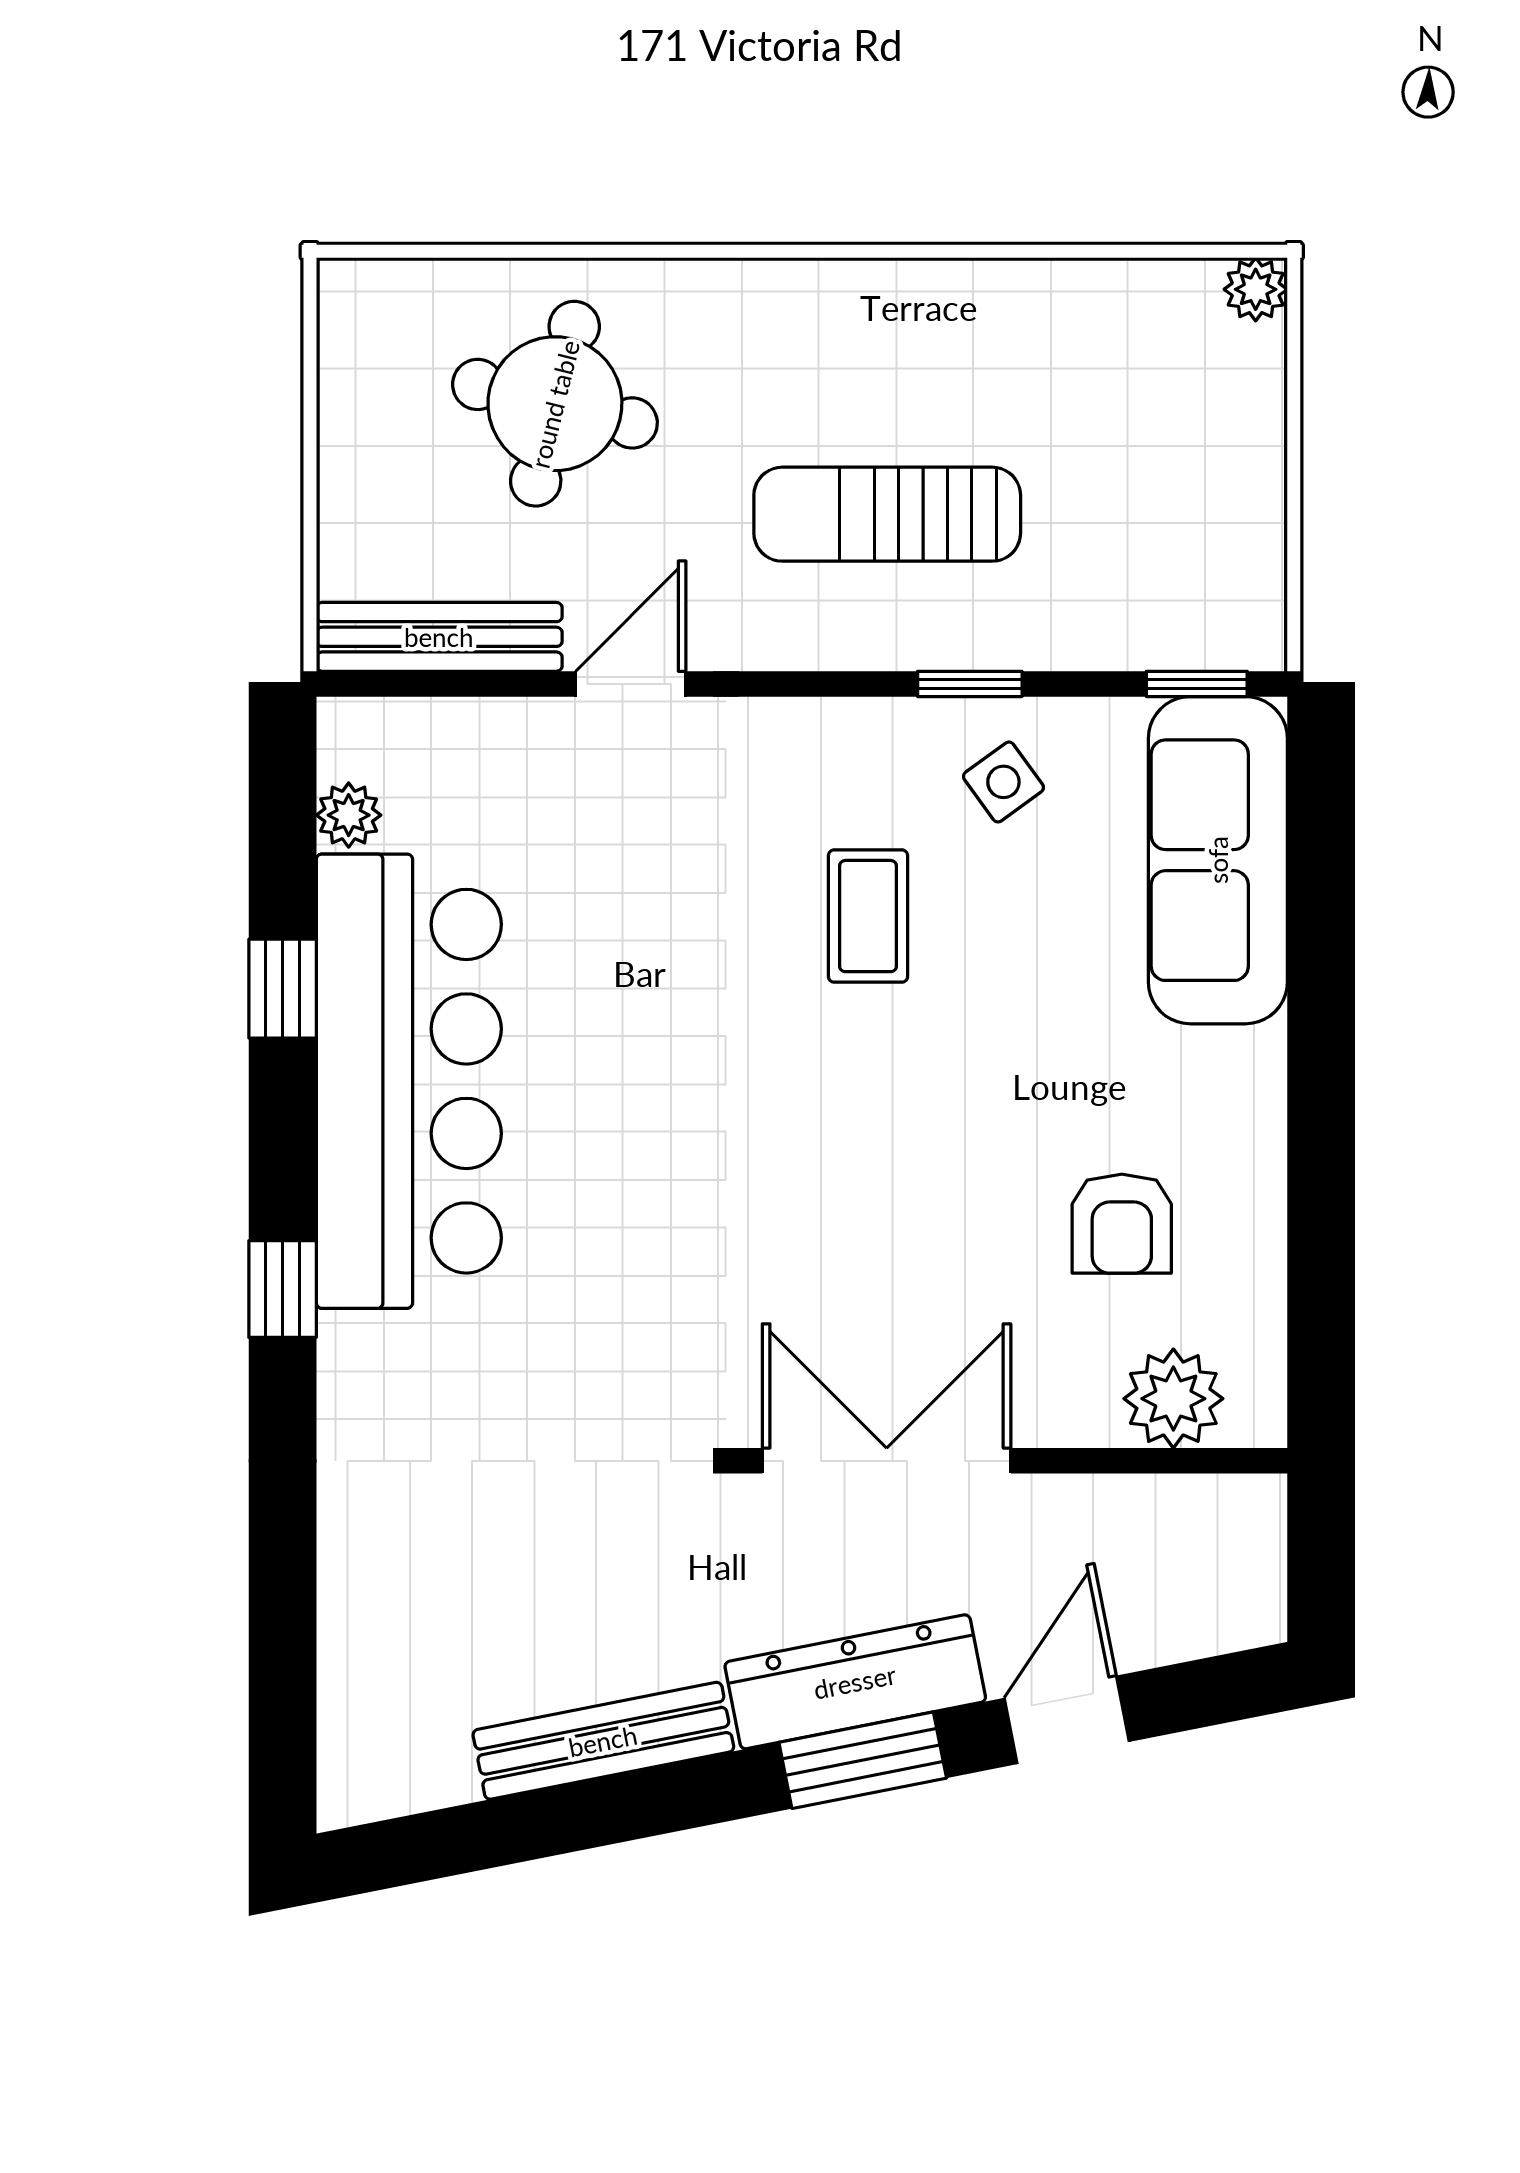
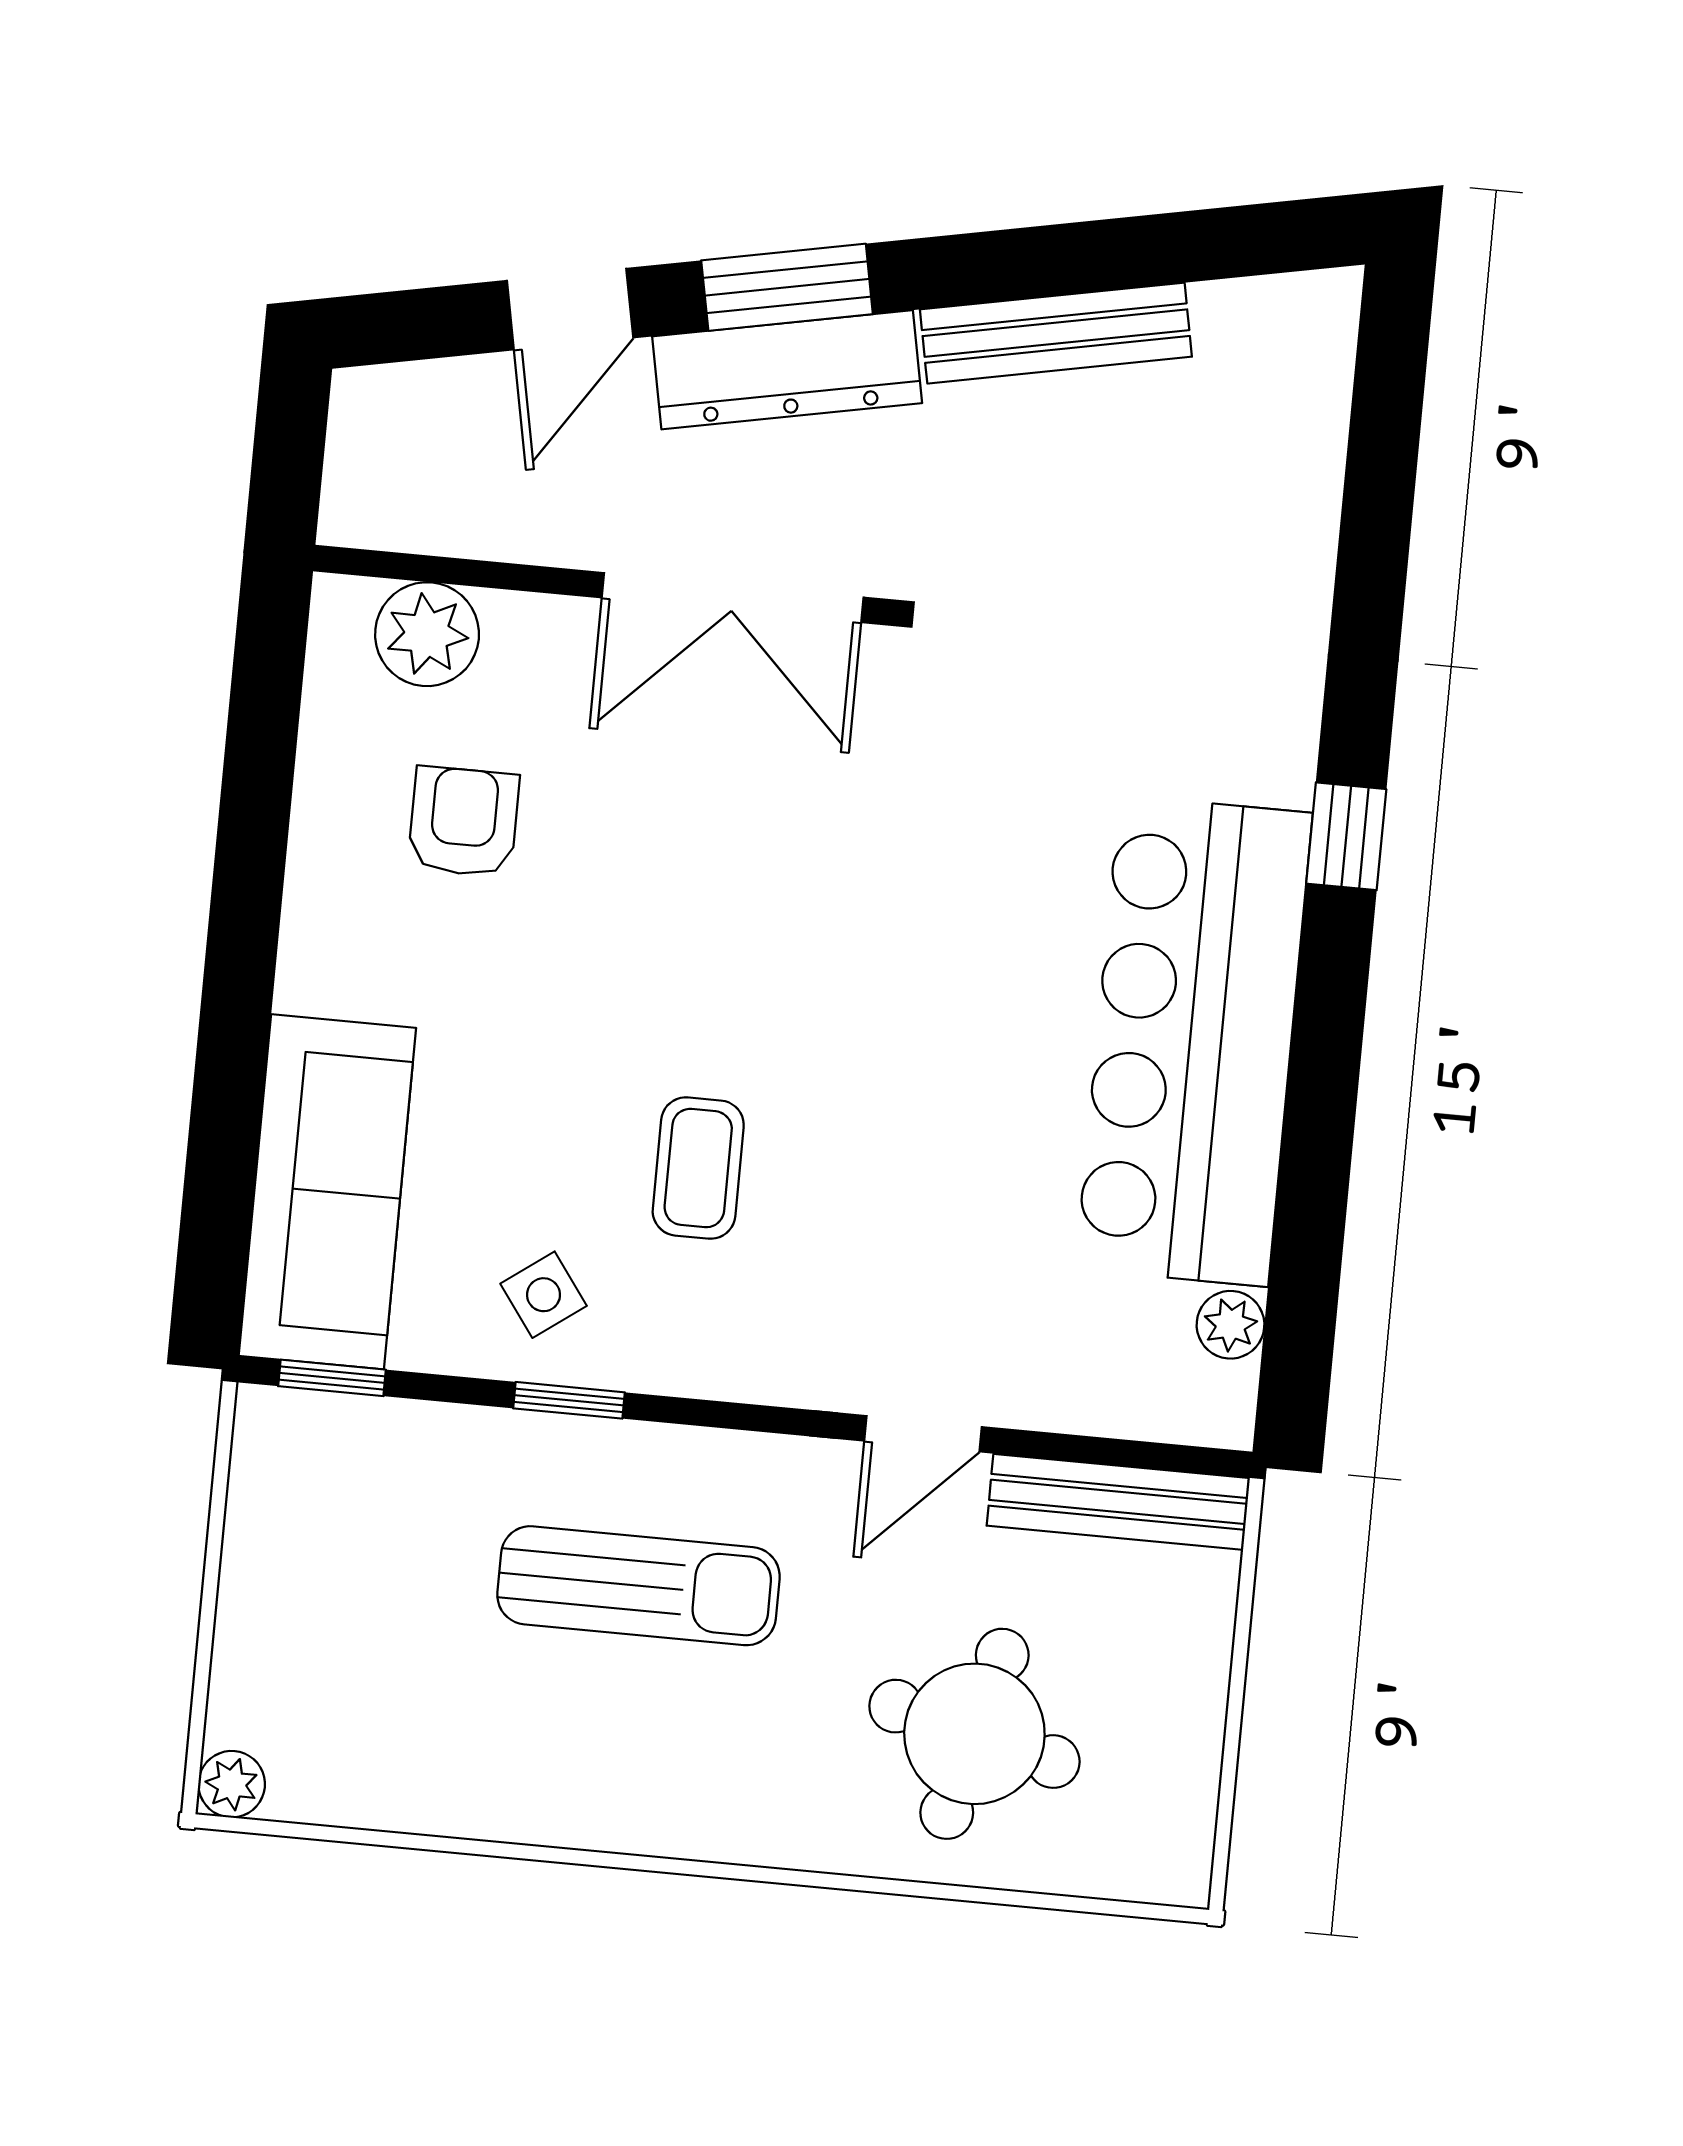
window: (283, 989) -> (1317, 1150), removed

